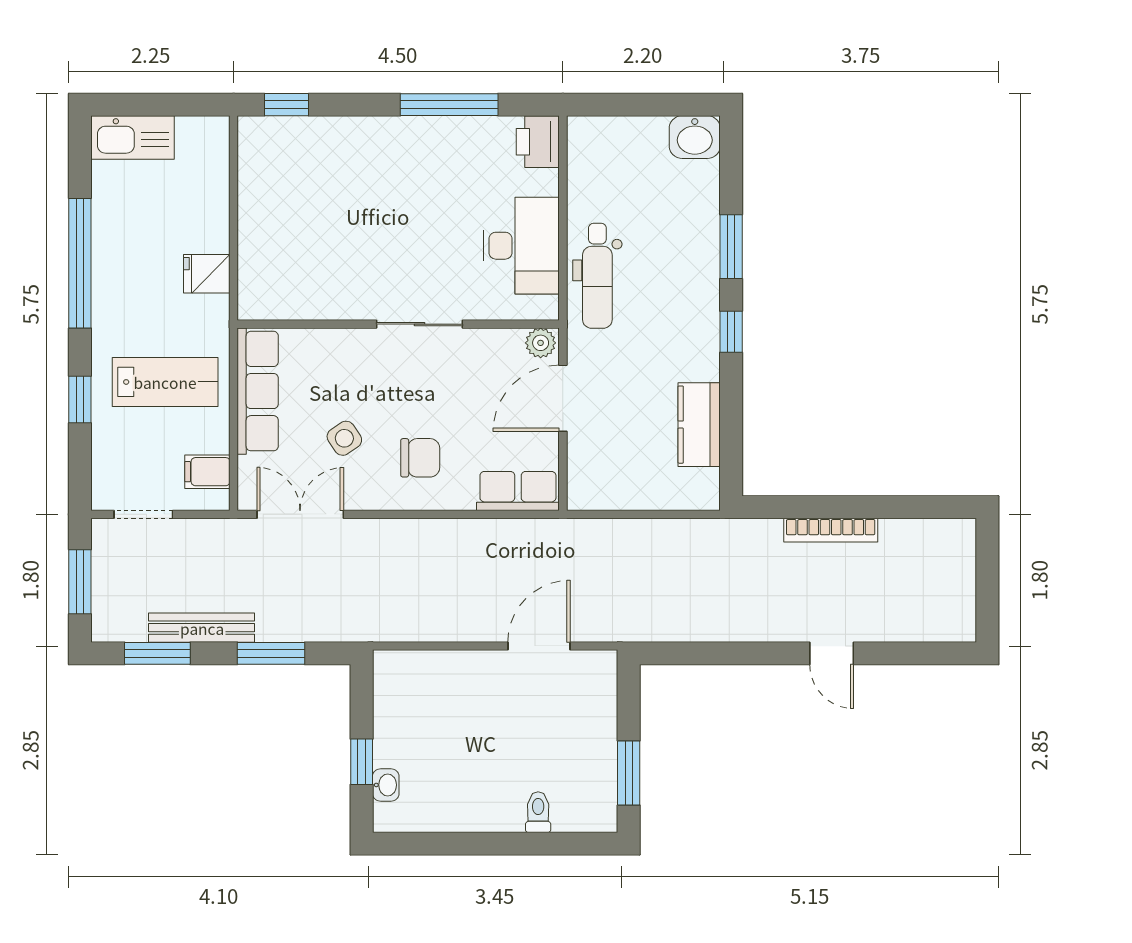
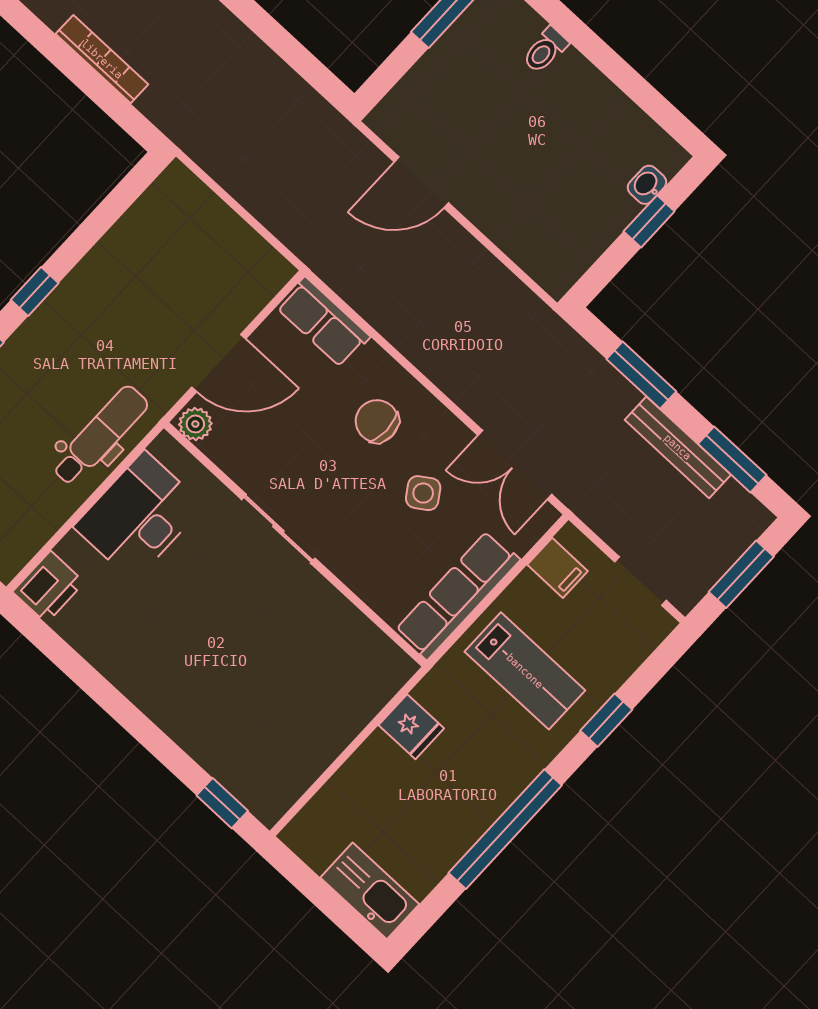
window: (449, 105) -> (92, 682), removed
lab bench: (165, 382) -> (525, 671), turned 180
kitchen counter: (699, 425) -> (129, 241), removed

